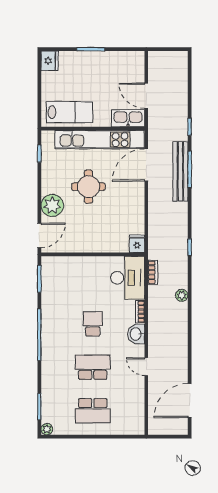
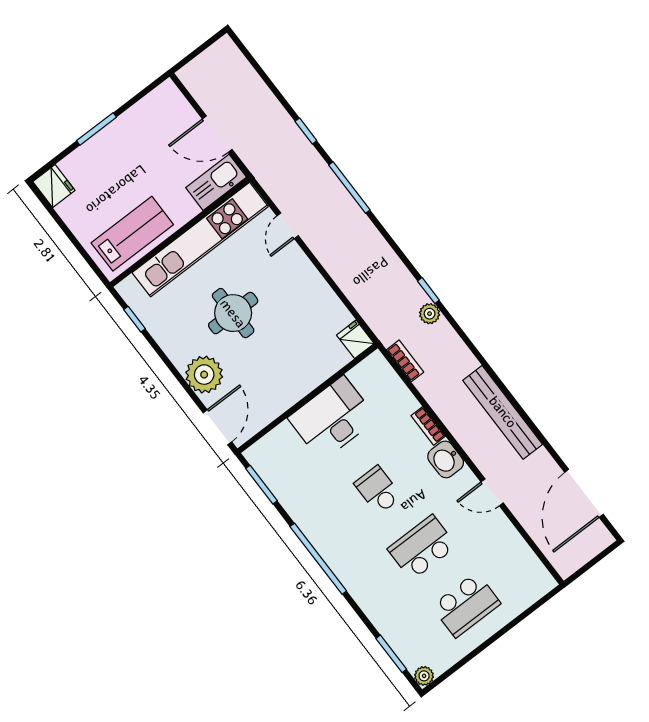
door: (146, 165) -> (288, 226), width x0.53
bench: (180, 171) -> (503, 412), moved
desk: (128, 278) -> (332, 418), moved, turned -90
plant: (182, 295) -> (430, 314), moved

